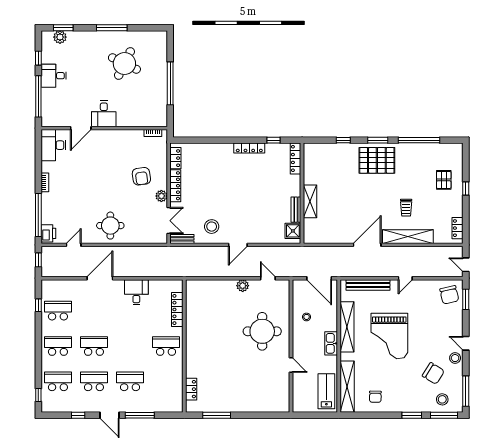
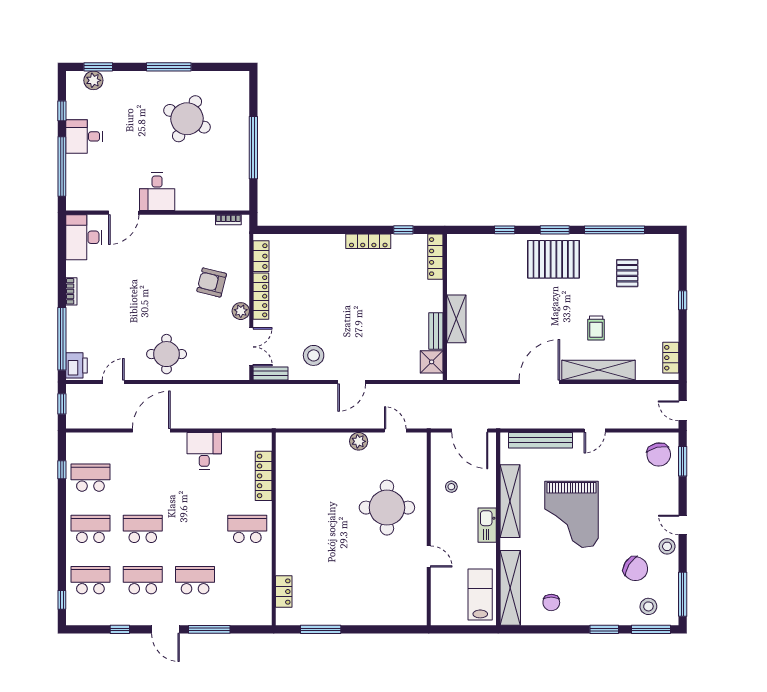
armchair: (141, 176) -> (212, 282), turned 112
pallet: (444, 180) -> (627, 273), moved

